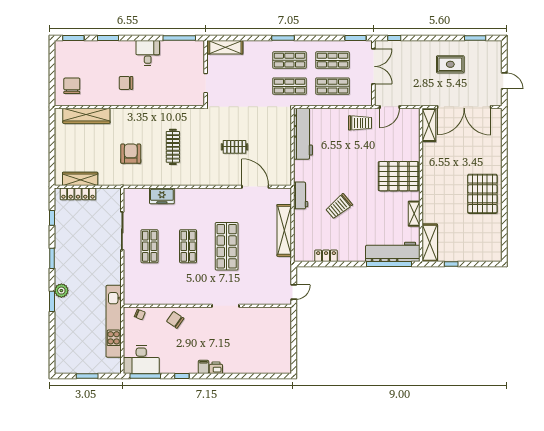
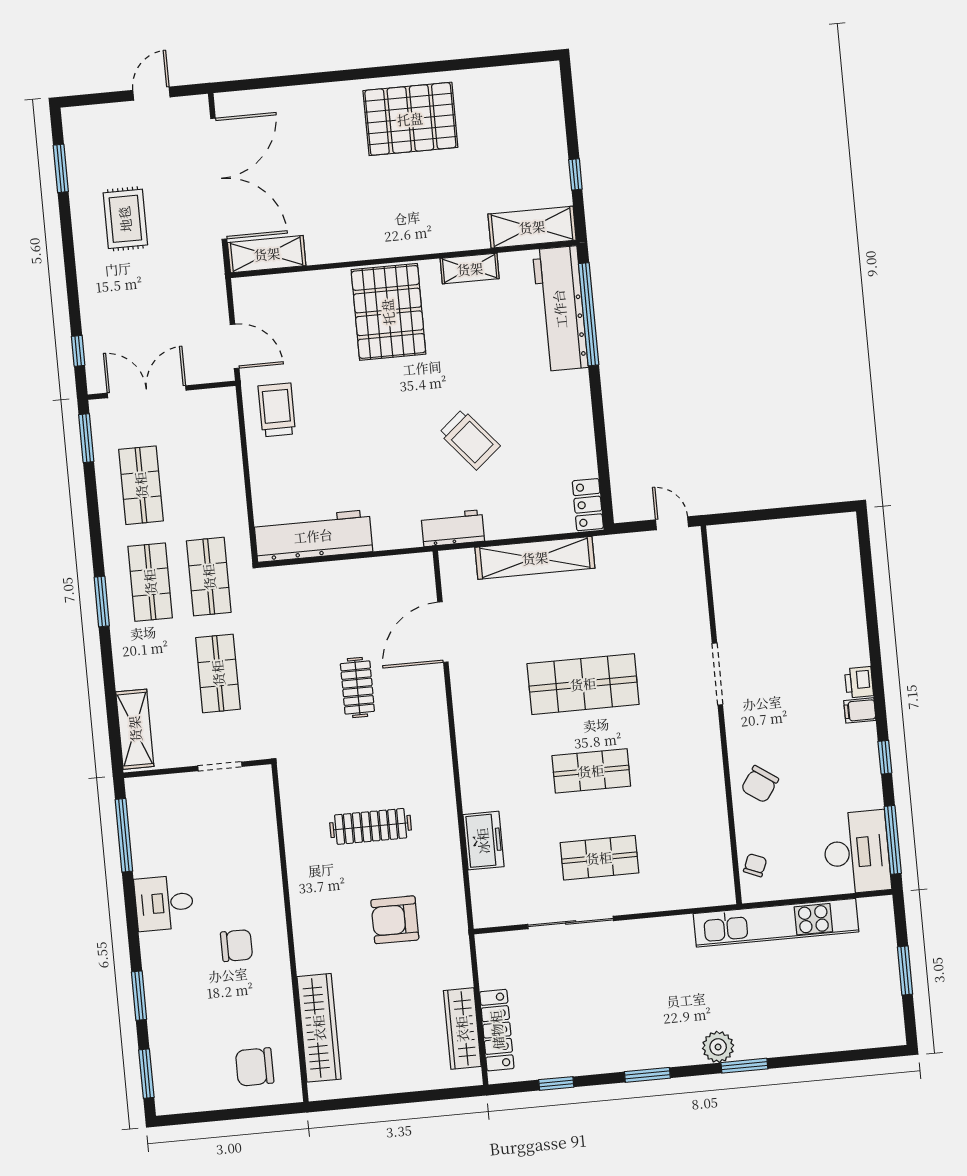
chair: (126, 83) -> (236, 946), turned -90
shop shelf: (332, 86) -> (218, 673), moved
locker: (326, 256) -> (588, 505), moved

